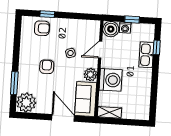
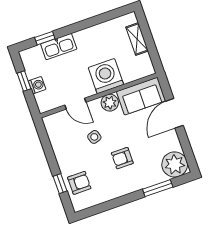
armchair: (42, 28) -> (79, 183), turned 90
boiler: (111, 29) -> (46, 101), removed
shelving: (109, 112) -> (137, 39), moved

